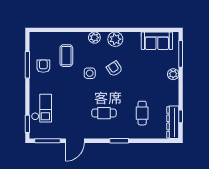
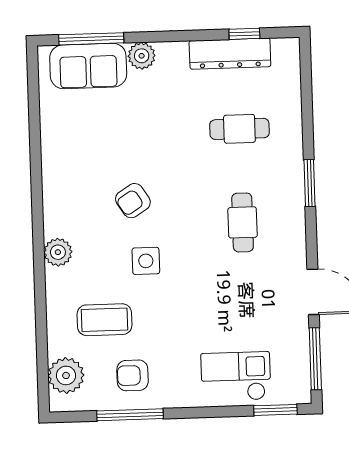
plant: (115, 39) -> (66, 375), moved
sofa: (157, 41) -> (88, 66), moved, turned 90
dresser: (173, 122) -> (230, 54), moved

